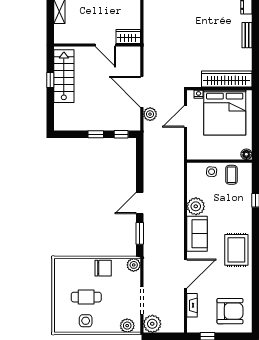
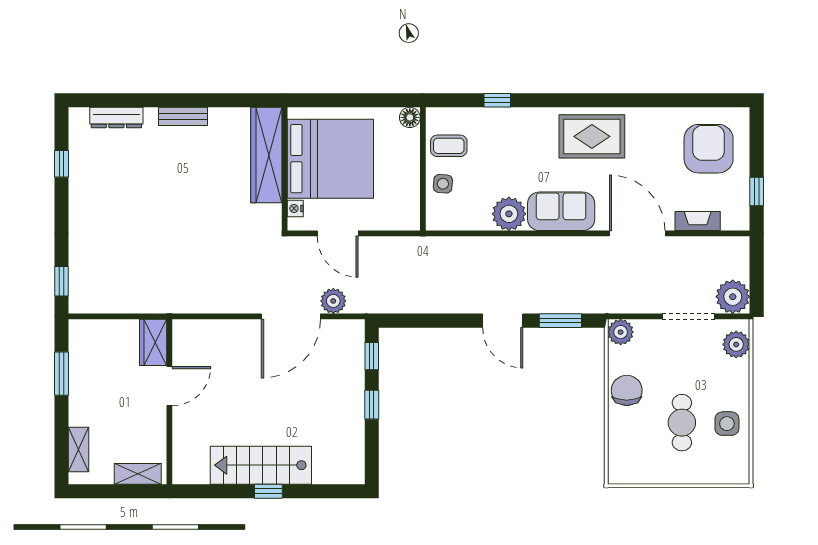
wardrobe: (128, 36) -> (153, 342), moved
wall: (97, 45) -> (169, 402), moved
door: (105, 45) -> (169, 386), moved

